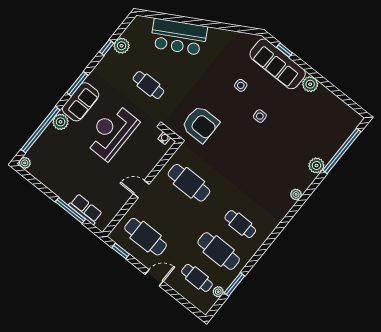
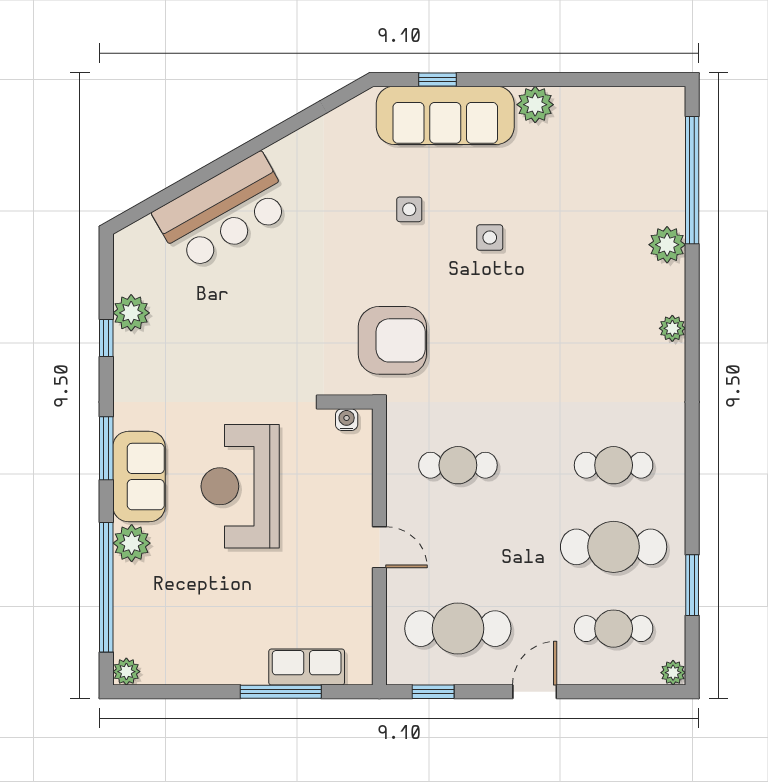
cafe table: (148, 85) -> (239, 345), removed
cafe table: (189, 183) -> (458, 465), width x0.73, depth x0.74
door: (141, 189) -> (379, 547), swing flipped
plant: (218, 292) -> (673, 673), moved

